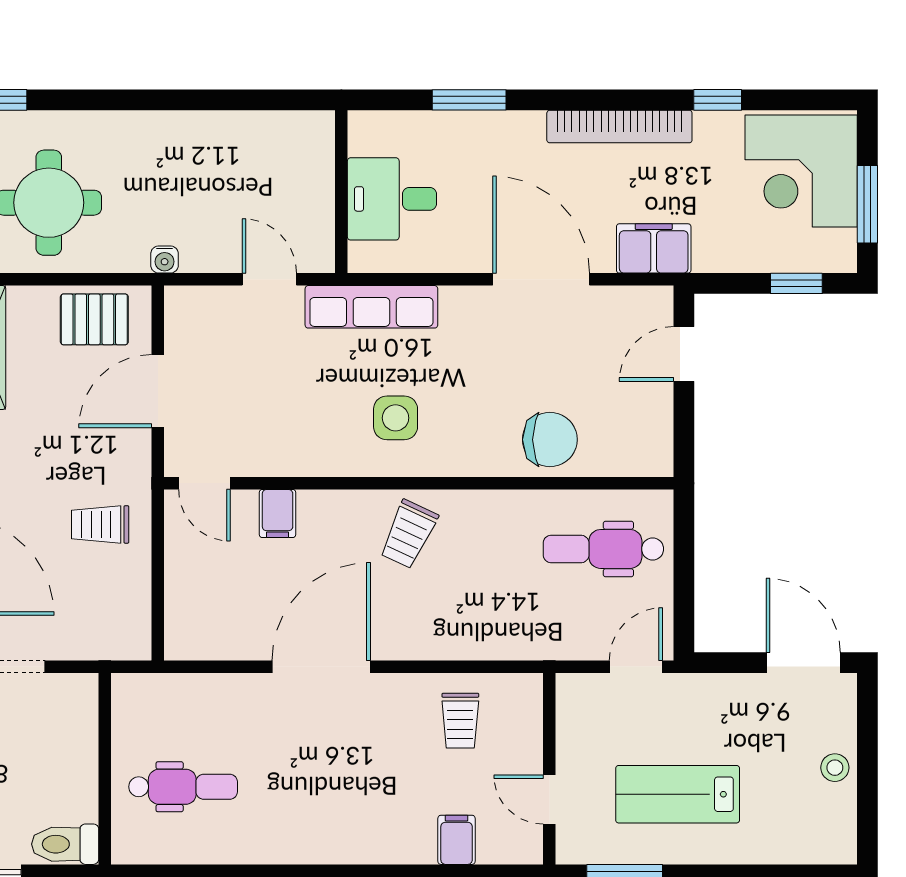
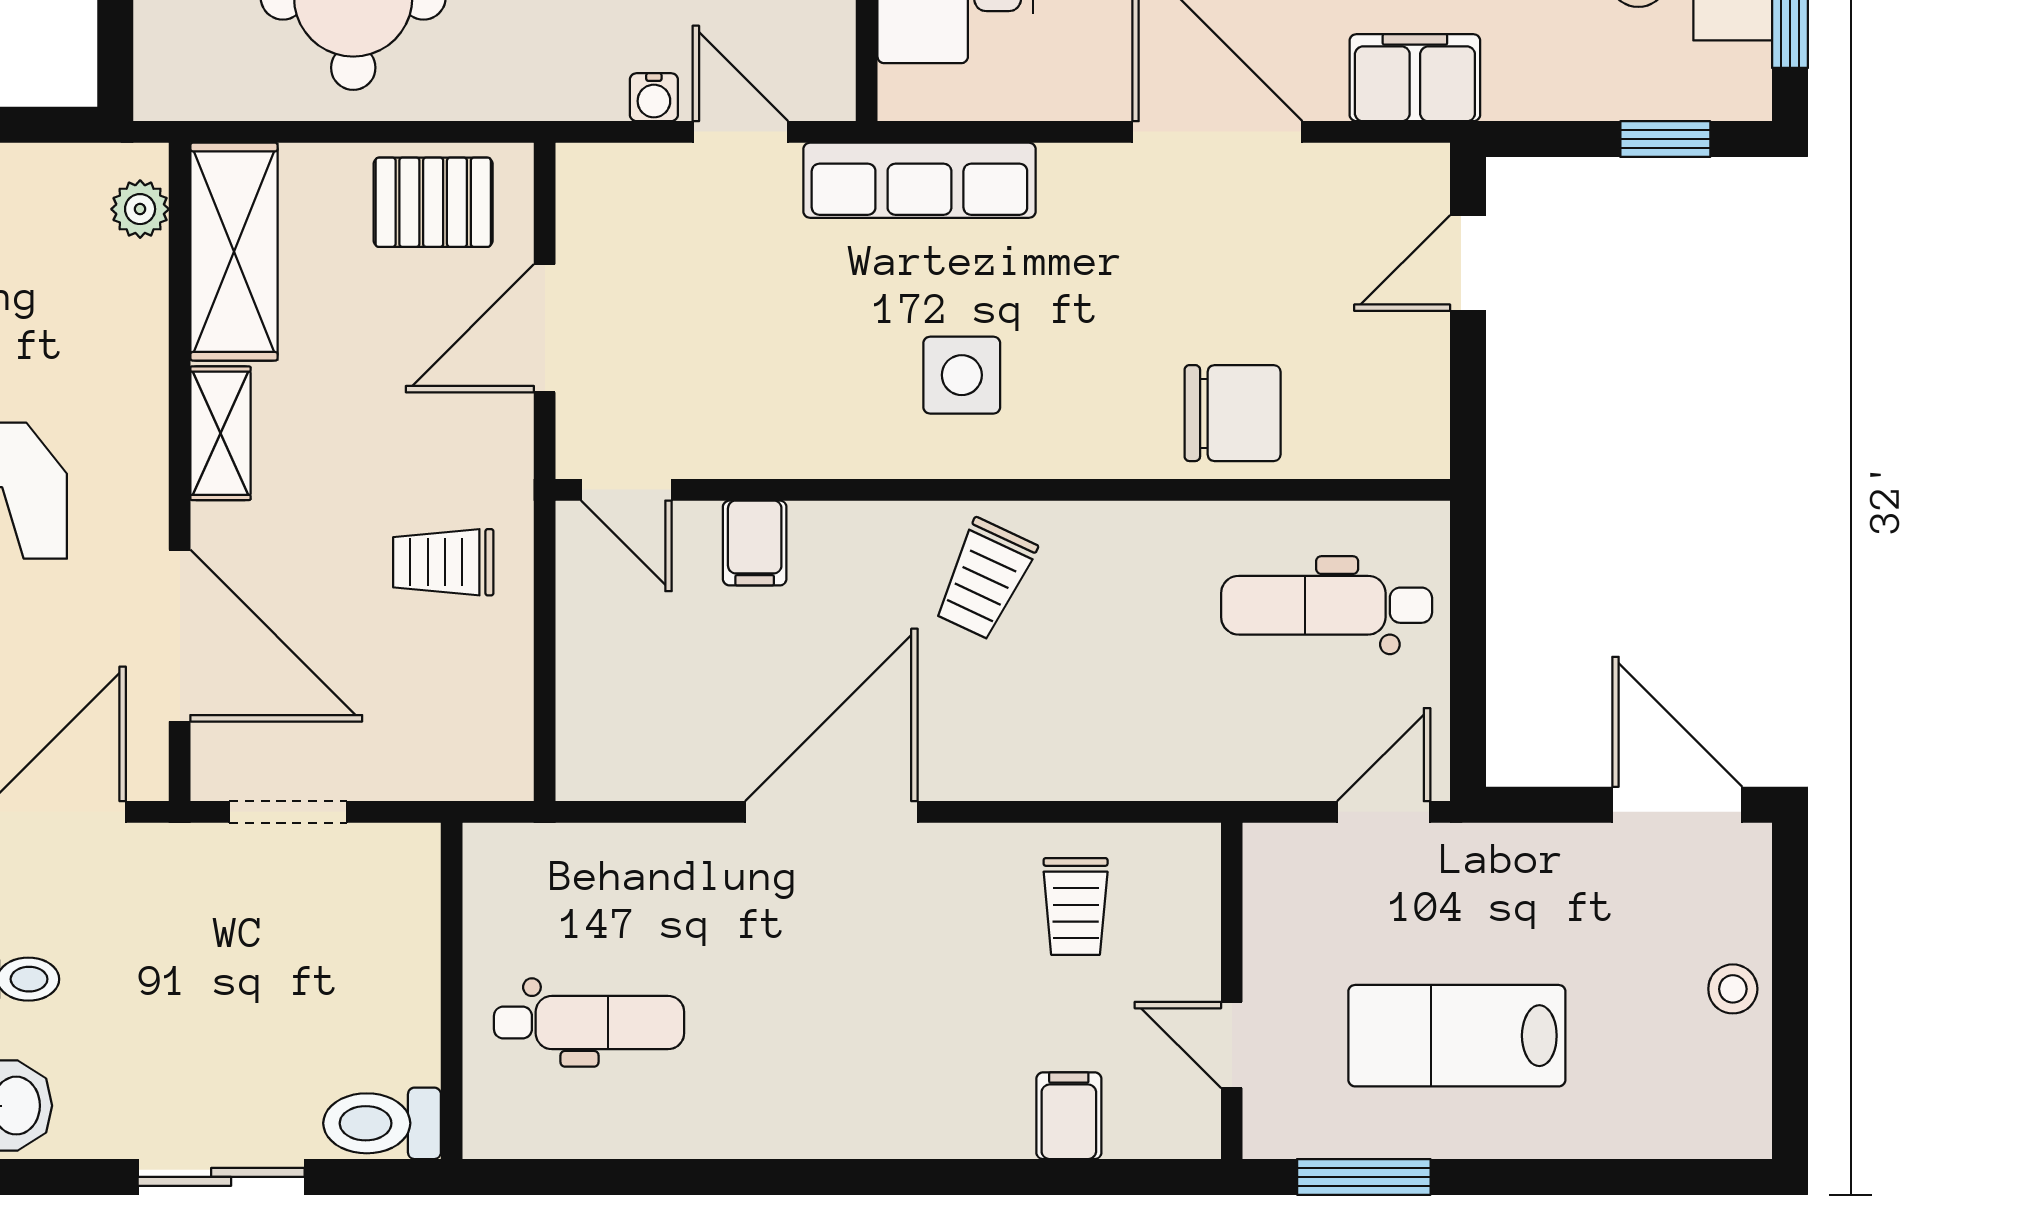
water cooler: (165, 260) -> (654, 97), moved

